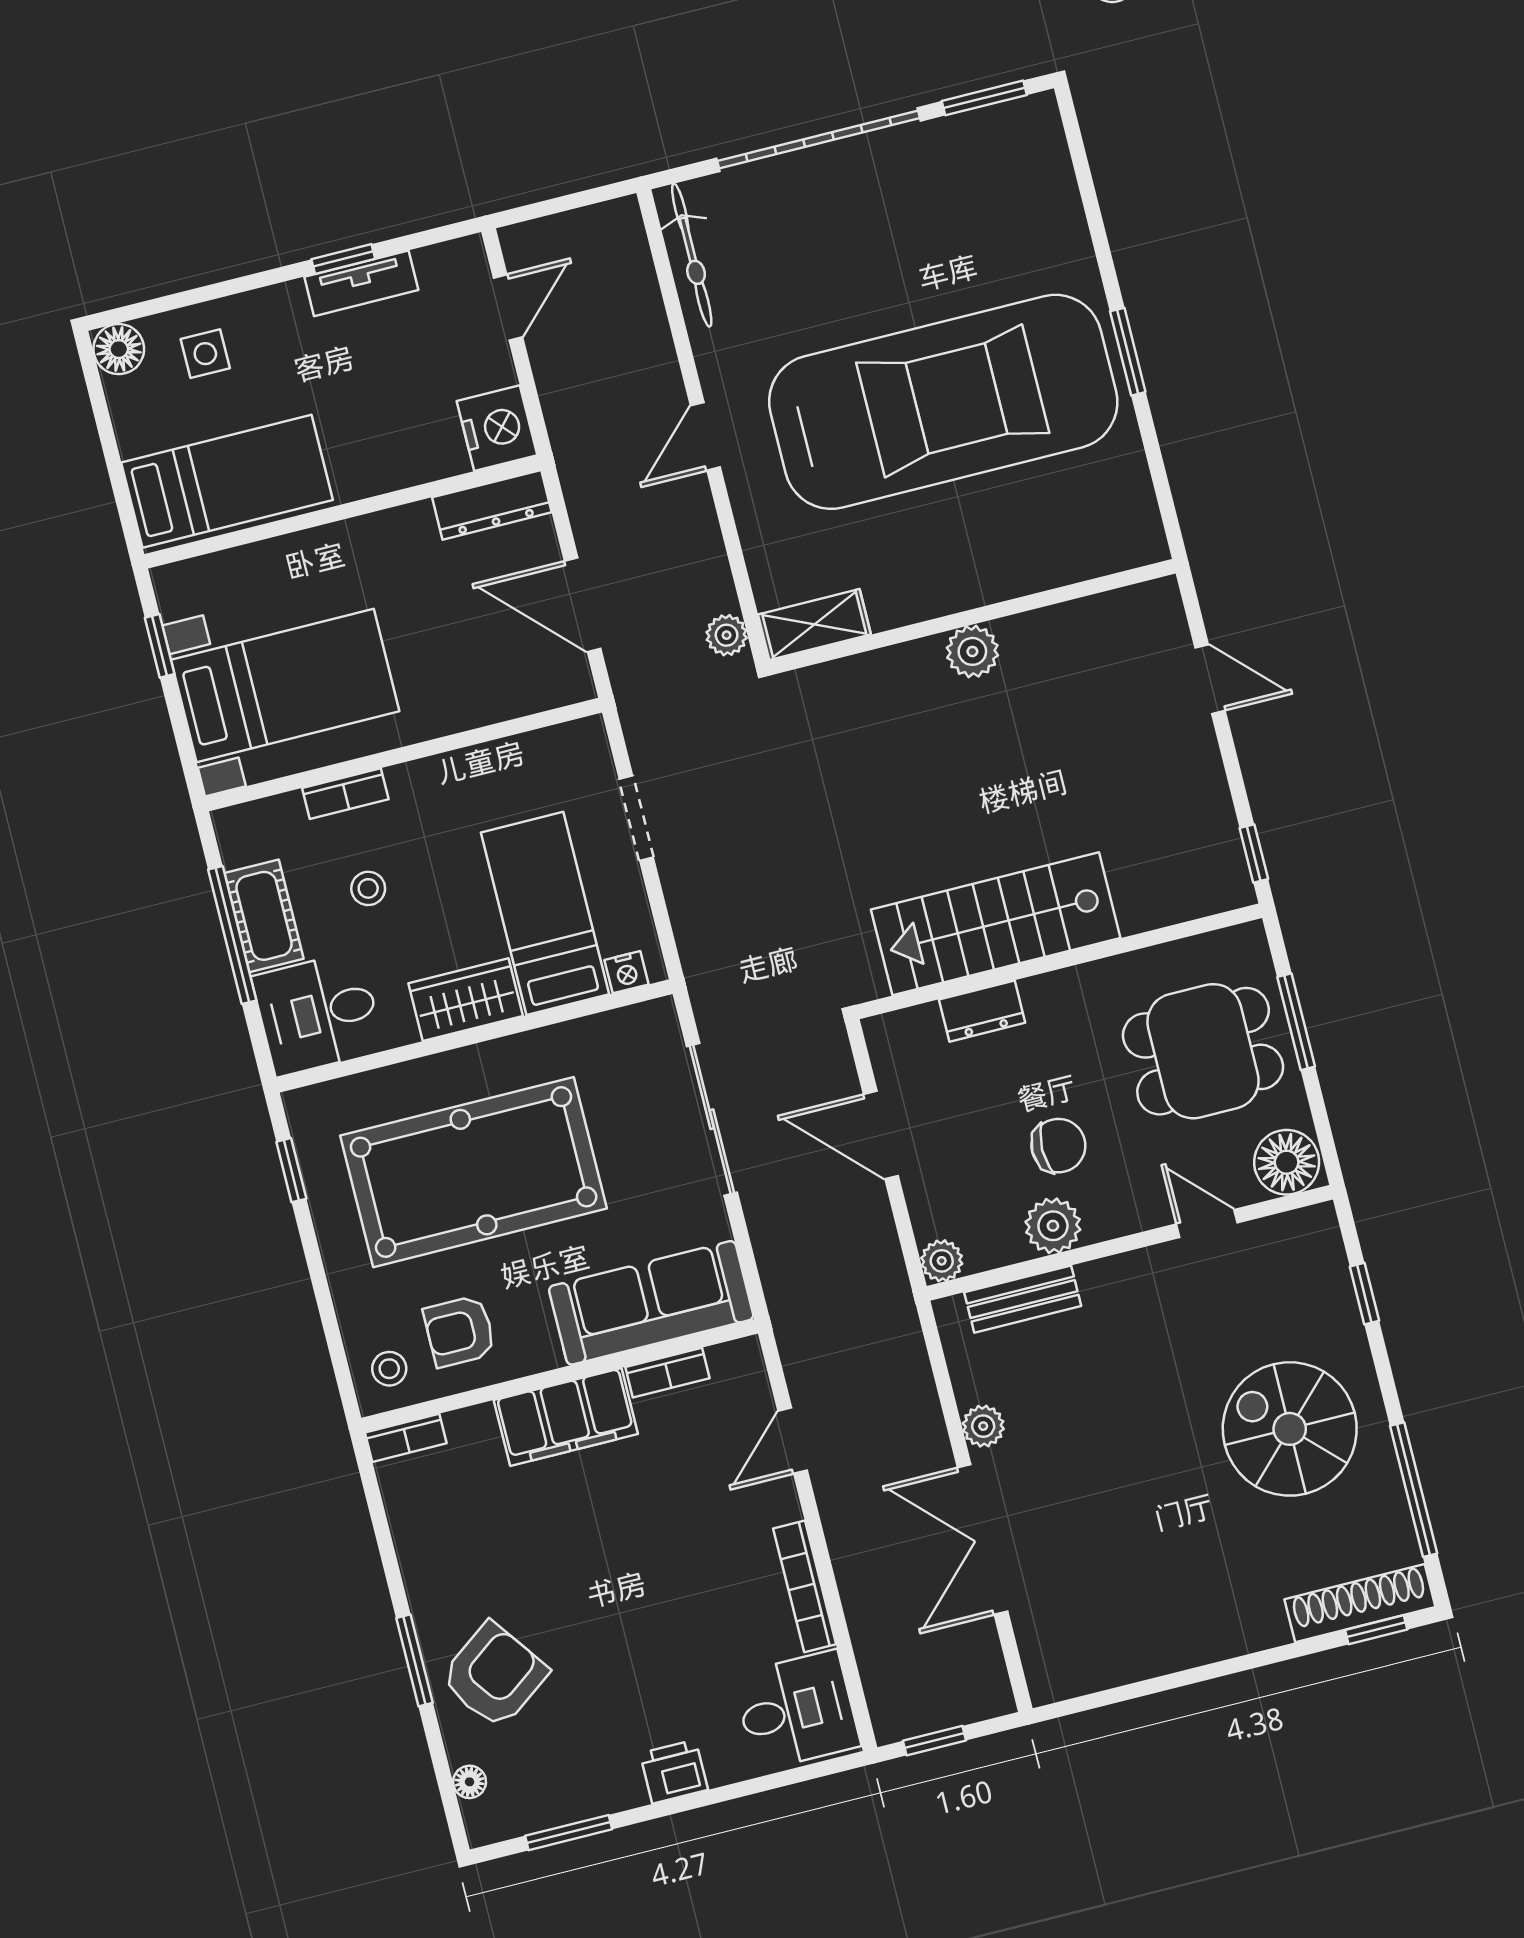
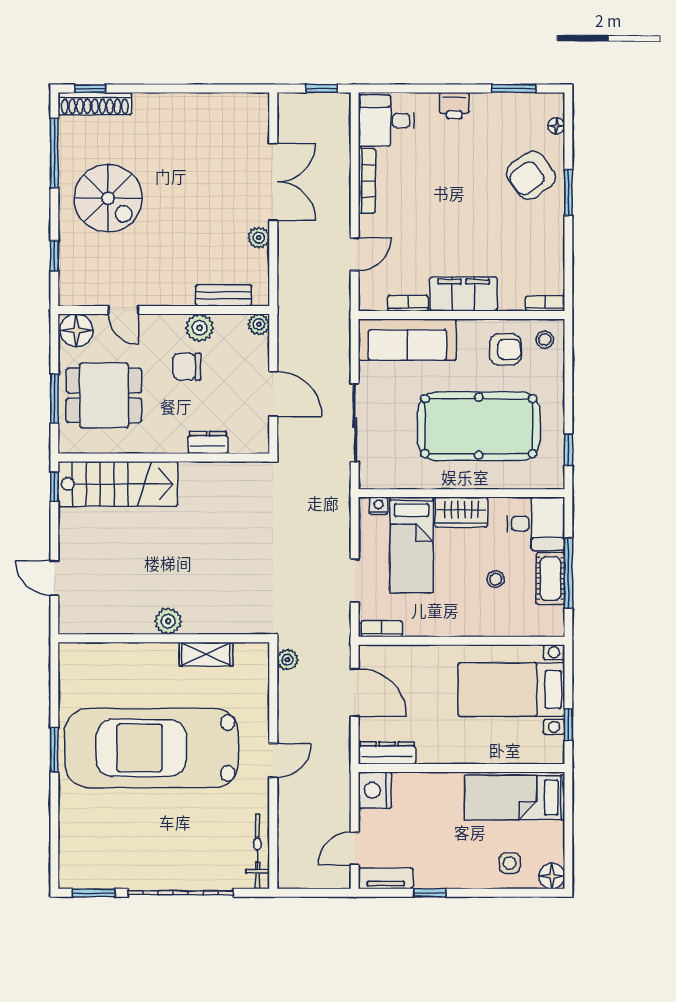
tv unit: (361, 283) -> (386, 879), moved
shelving: (814, 625) -> (206, 654), moved
bookcase: (345, 794) -> (382, 629), moved
stairs: (996, 924) -> (118, 484), moved

